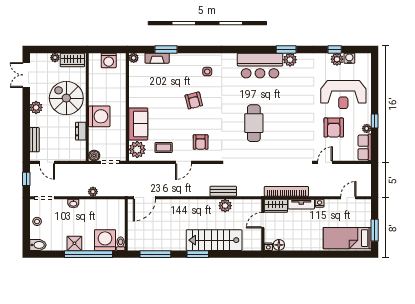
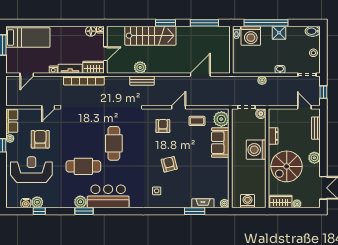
spiral stairs: (66, 98) -> (287, 166), turned 90
cafe table: (287, 98) -> (83, 166), added
door: (144, 198) -> (200, 75), moved

